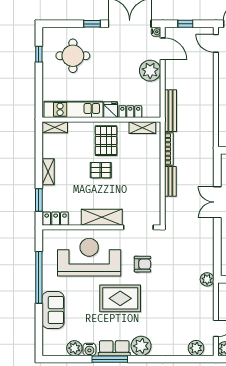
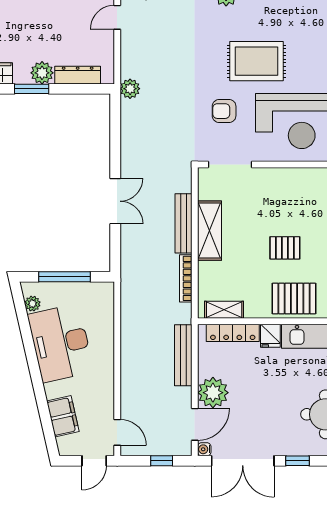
door: (163, 49) -> (195, 424), swing flipped
bench: (171, 111) -> (183, 355), moved
locker: (130, 112) -> (233, 333), width x1.53
pallet: (106, 141) -> (294, 298), moved, turned 90
bench: (170, 181) -> (183, 223), width x1.36
shelving: (102, 217) -> (209, 231), moved, turned 90

